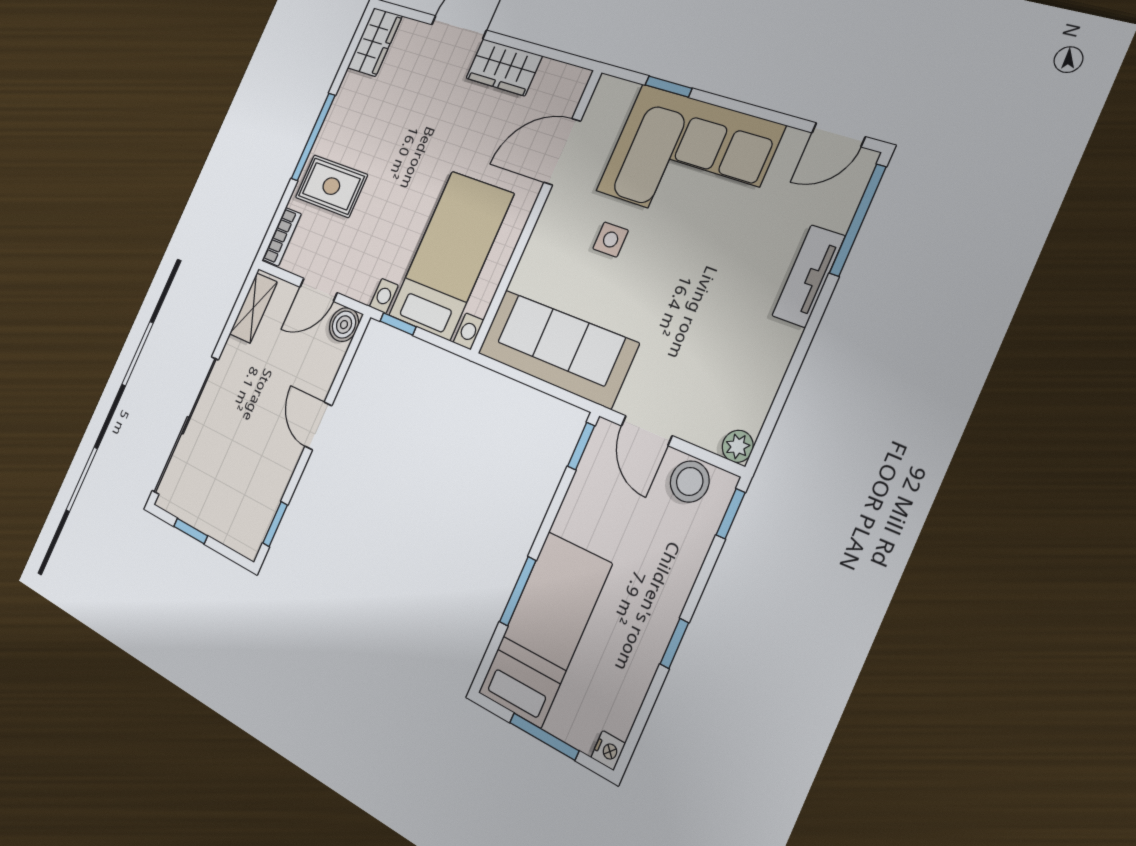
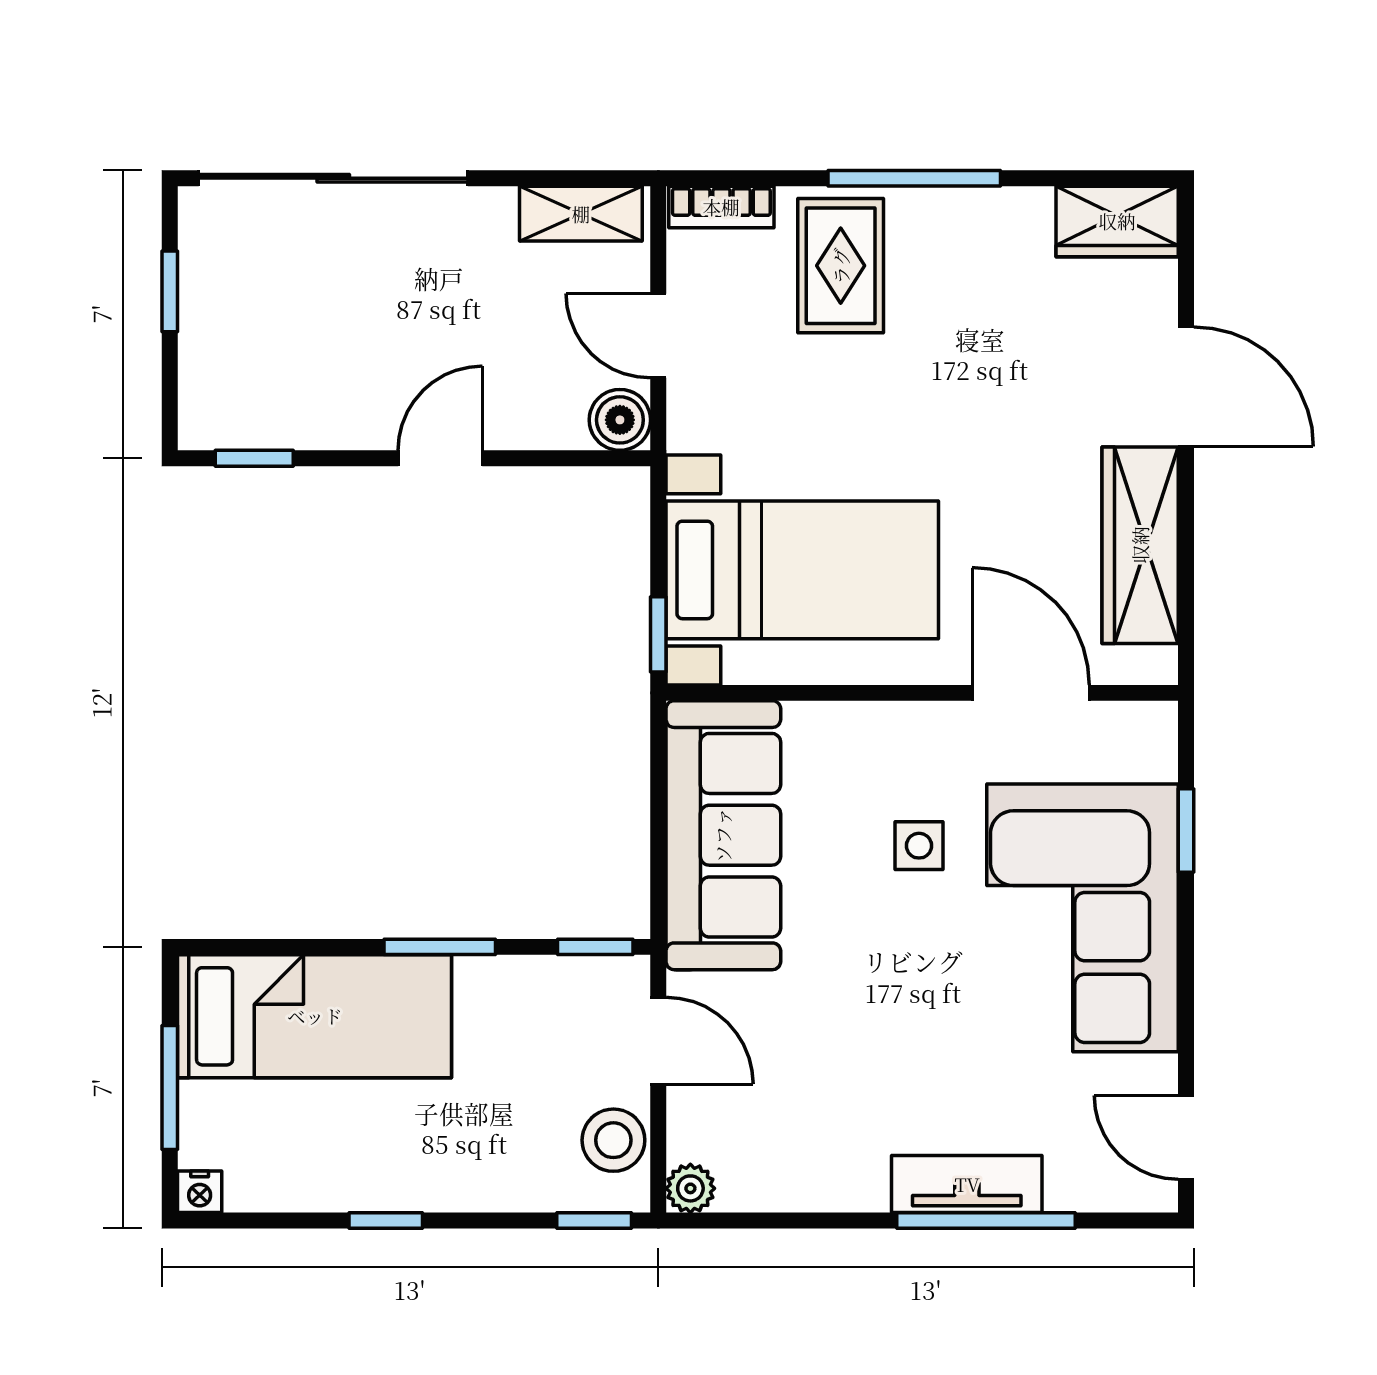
wardrobe: (504, 67) -> (1140, 545), width x1.50
window: (858, 220) -> (986, 1220), moved
window: (398, 324) -> (658, 634), moved
door: (647, 431) -> (658, 1041), swing flipped
window: (518, 591) -> (440, 947), moved

